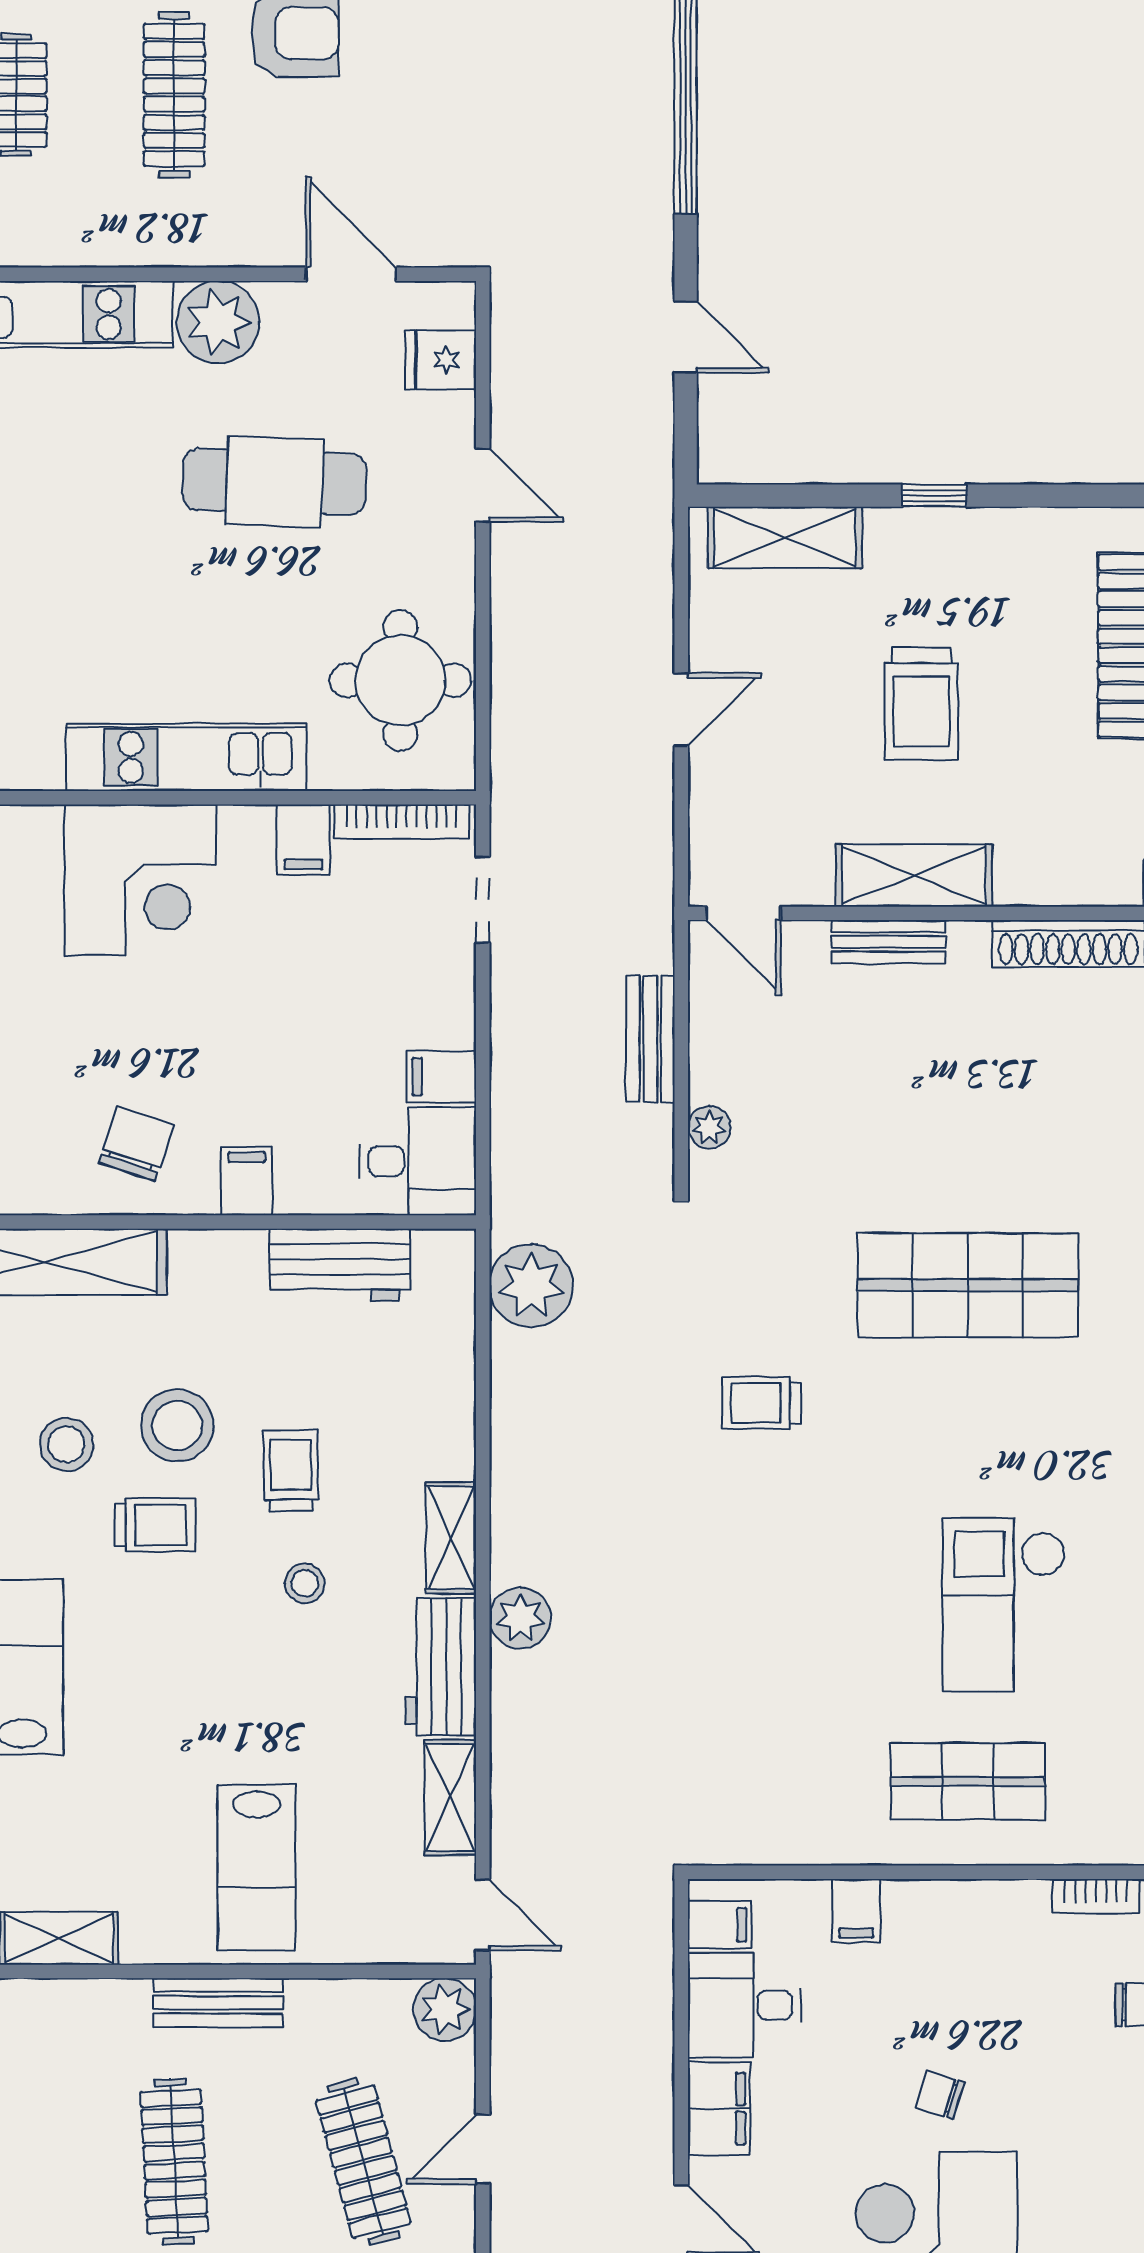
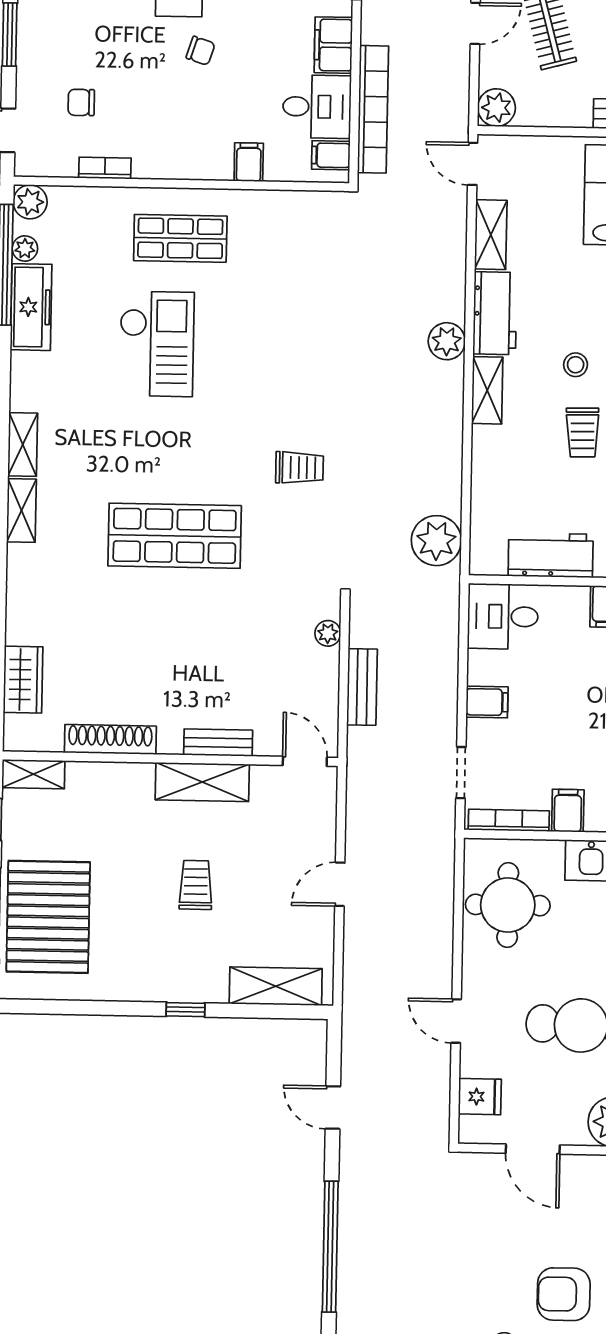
trolley: (921, 704) -> (196, 885), width x0.73, depth x0.72
filing cabinet: (442, 1077) -> (487, 702), moved
bookcase: (650, 2003) -> (373, 109), added

